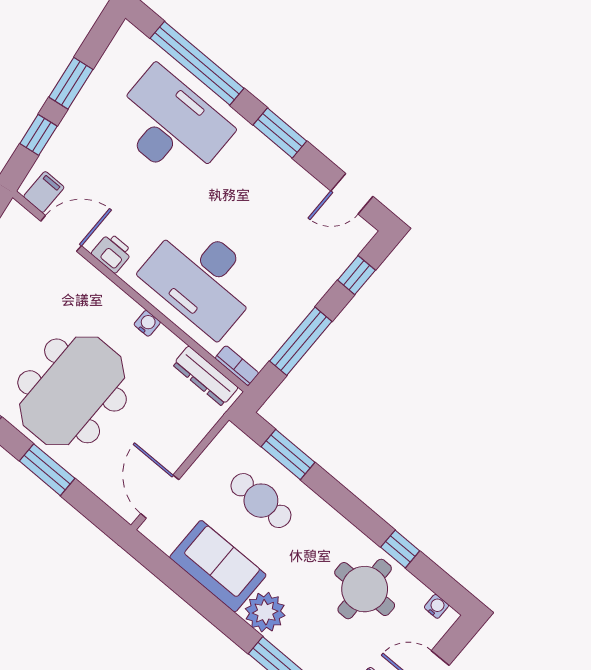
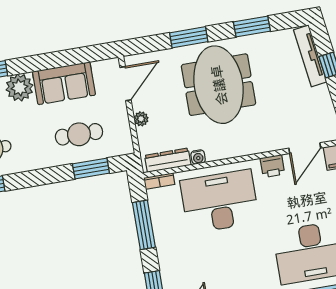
water cooler: (147, 323) -> (198, 157), moved
plant: (184, 446) -> (141, 119), added
door: (160, 497) -> (125, 84), hinge flipped

